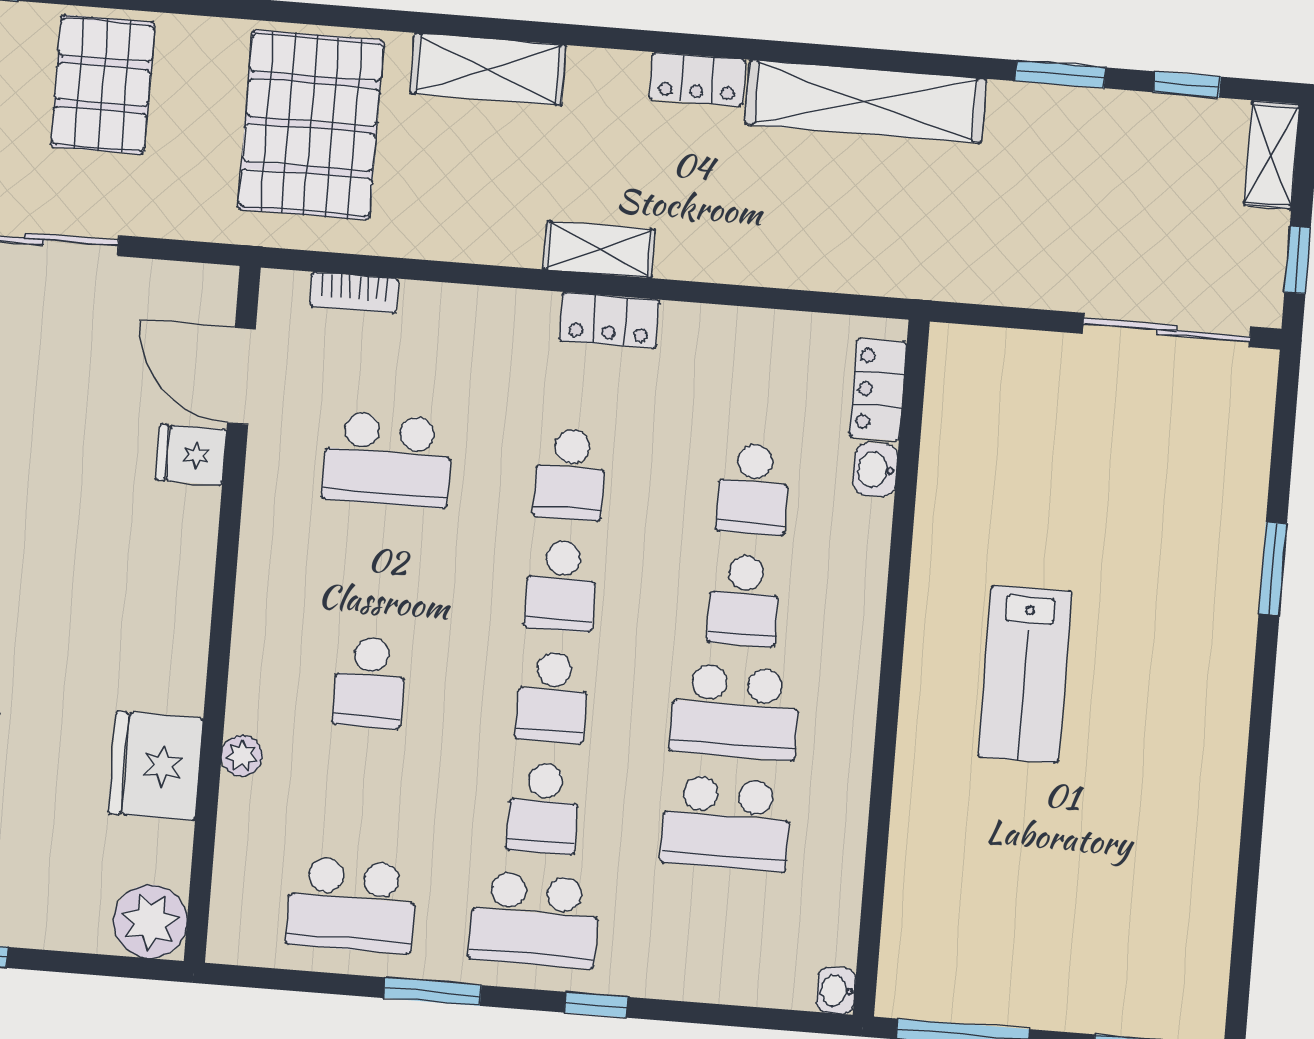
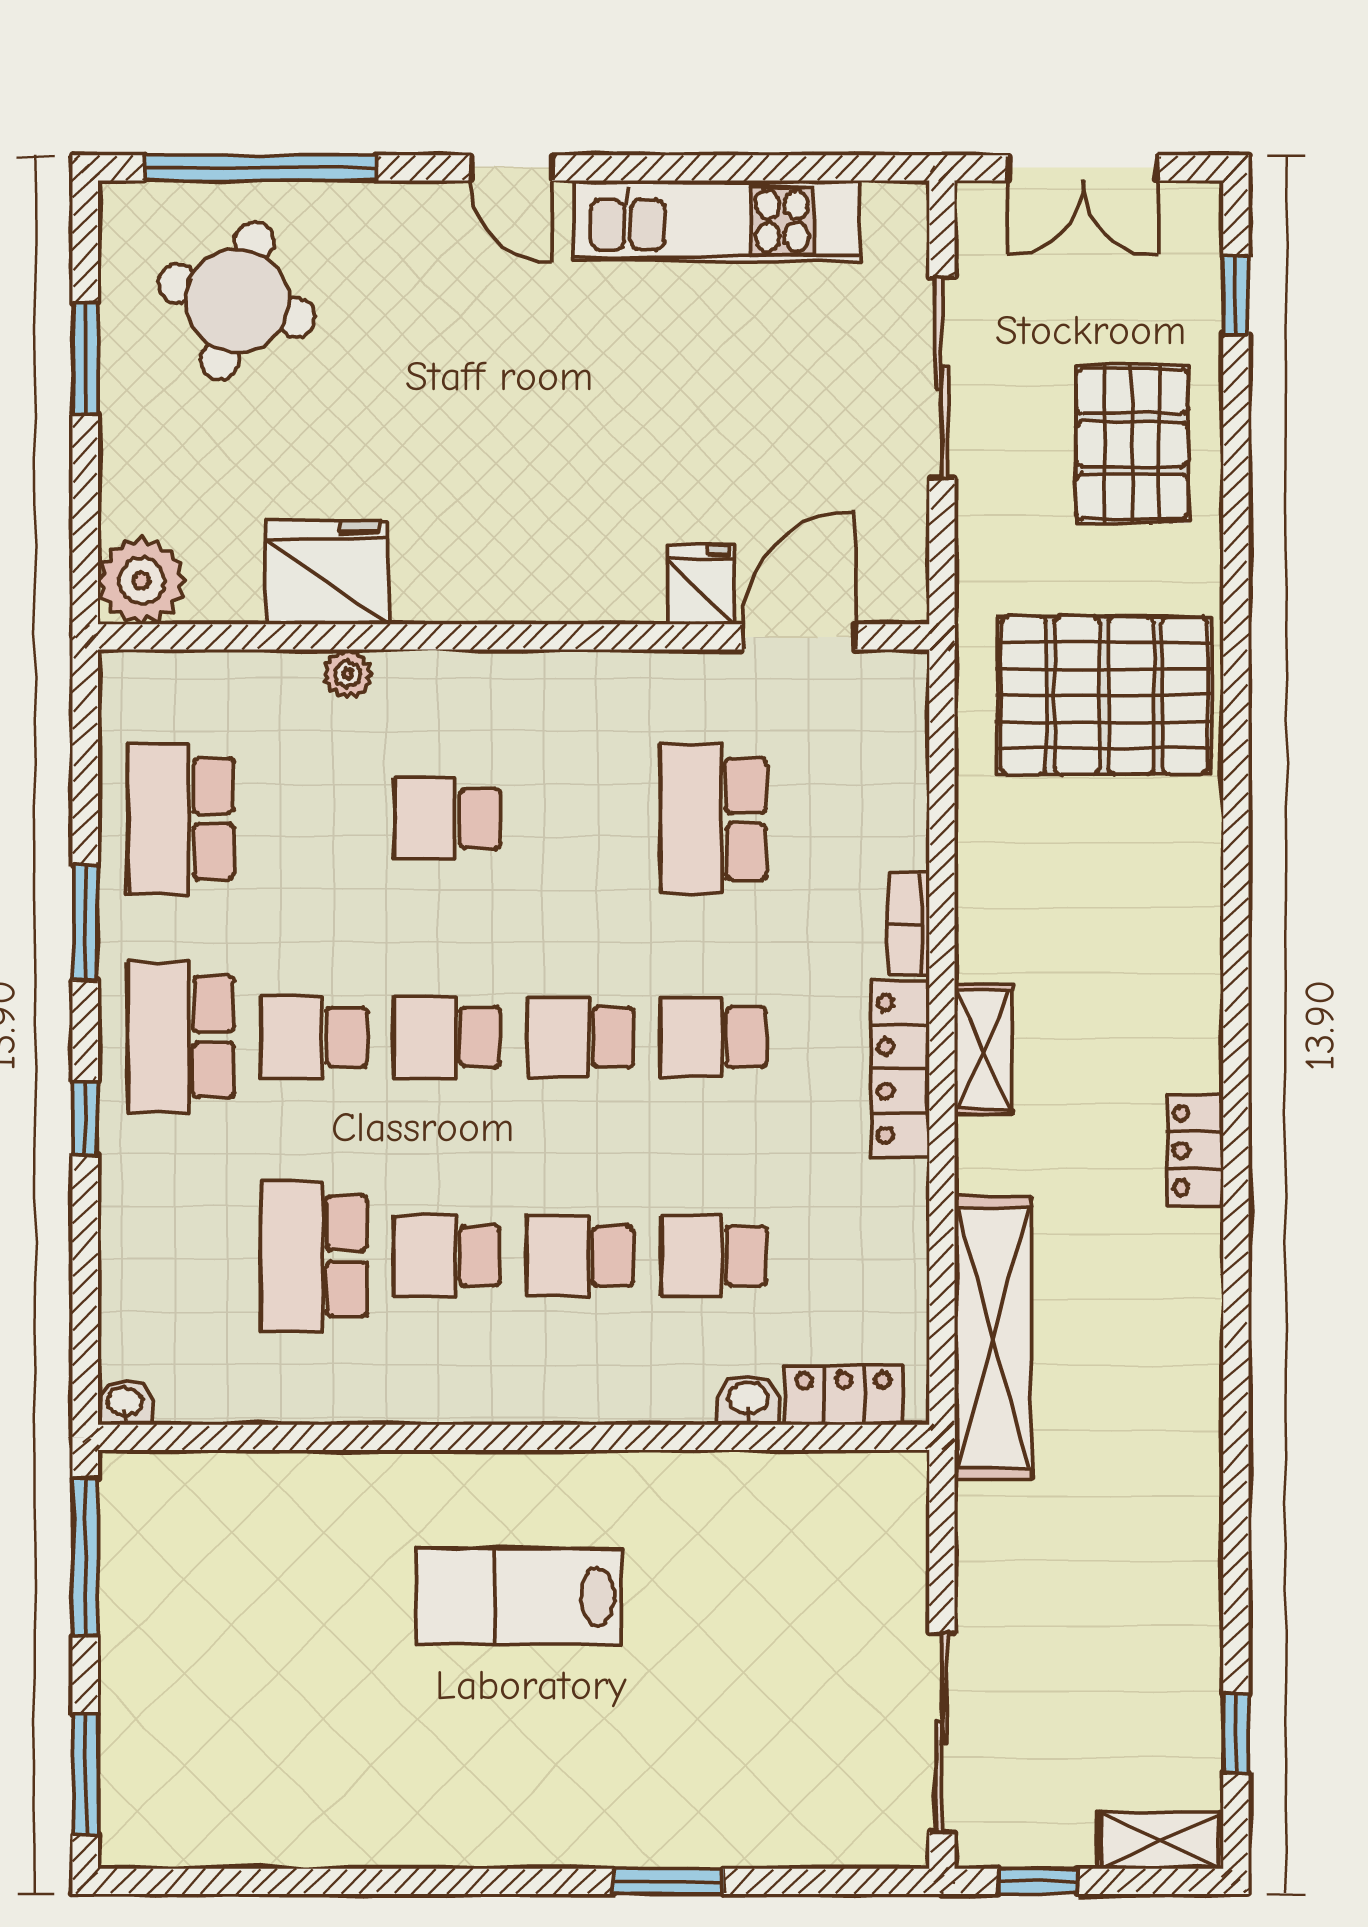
shelving: (488, 69) -> (1187, 901), removed
window: (1060, 74) -> (1236, 1582), removed
pallet: (103, 85) -> (1132, 444), turned 90
shelving: (866, 102) -> (993, 1338), moved
bookcase: (354, 293) -> (909, 924), moved
locker: (609, 320) -> (900, 1069), width x1.53
school desk: (735, 712) -> (447, 1256), width x0.54

